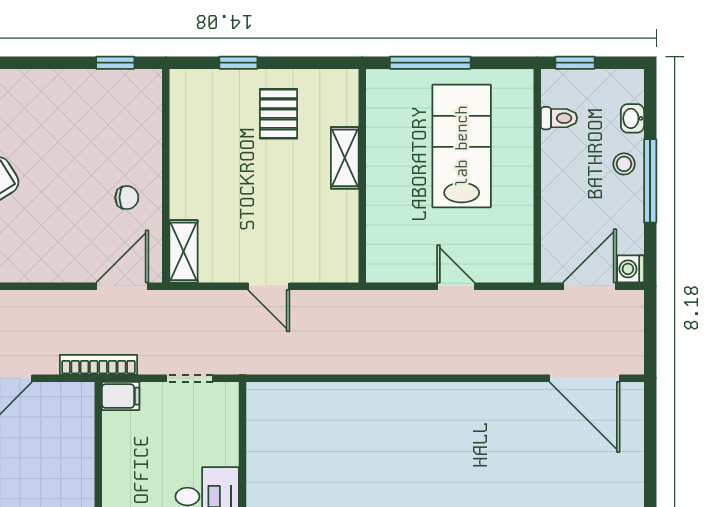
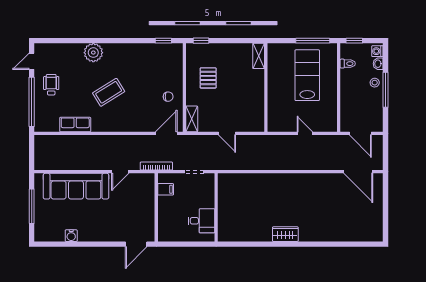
window: (238, 63) -> (201, 41), moved
window: (430, 63) -> (313, 41), moved
pallet: (279, 114) -> (208, 78), moved
shelving: (345, 158) -> (259, 56), moved
washing machine: (631, 269) -> (377, 51), moved
door: (590, 286) -> (360, 133), swing flipped
filing cabinet: (121, 396) -> (166, 189), moved

